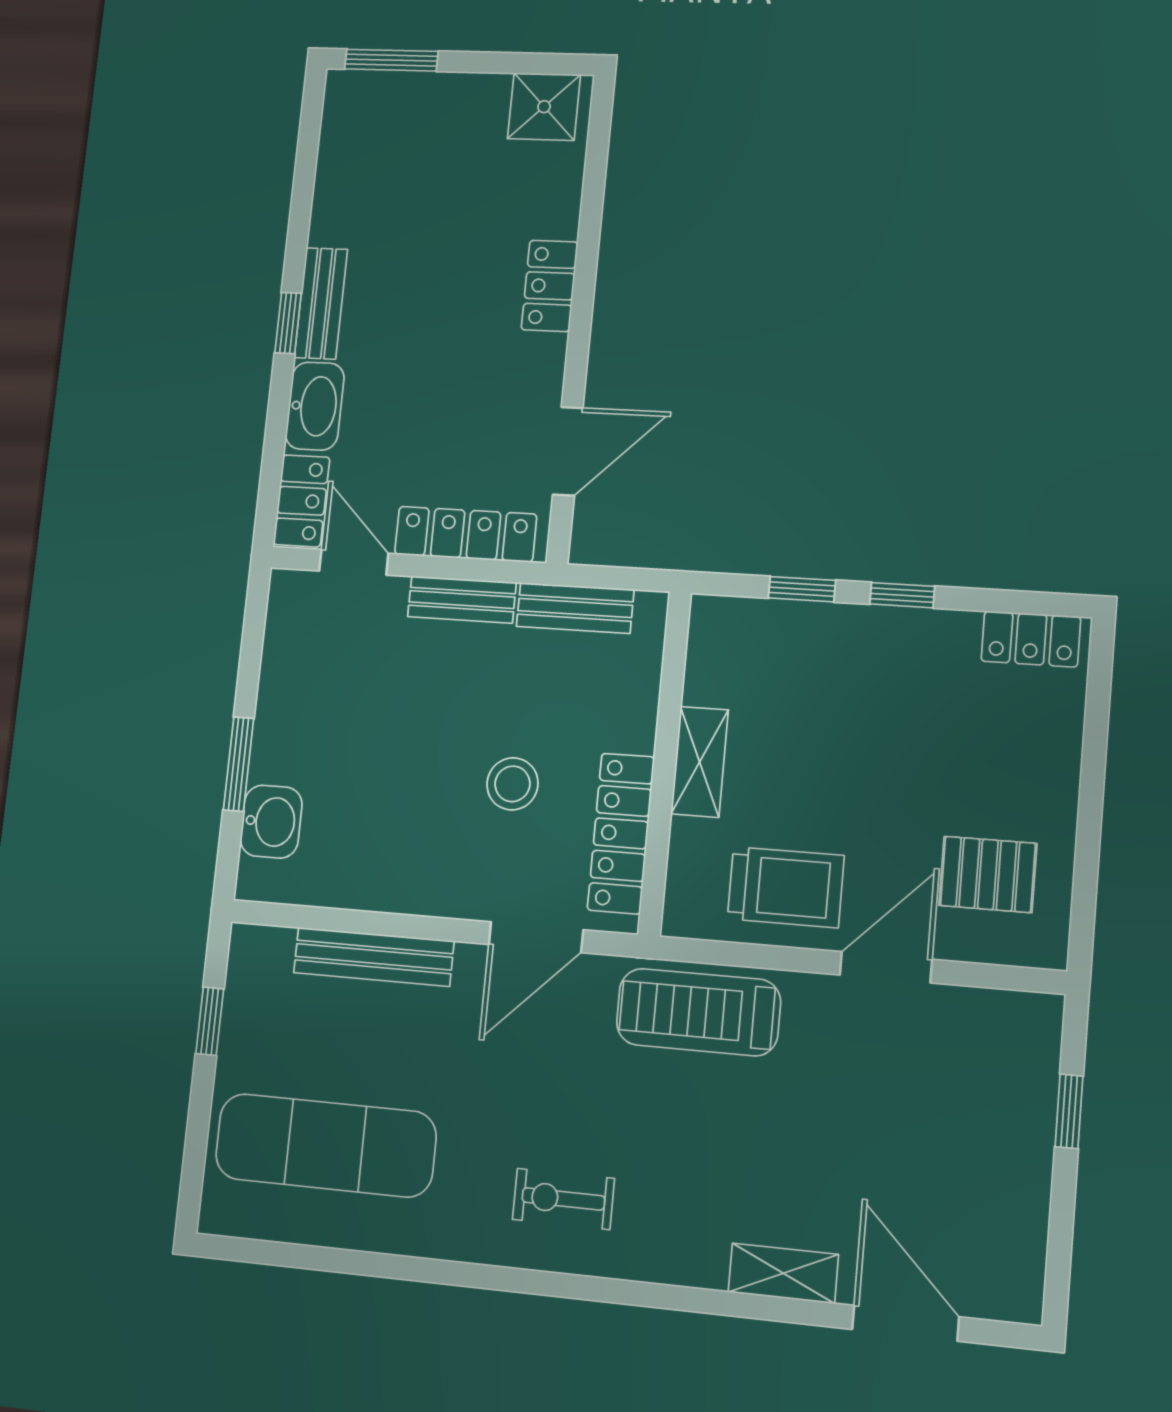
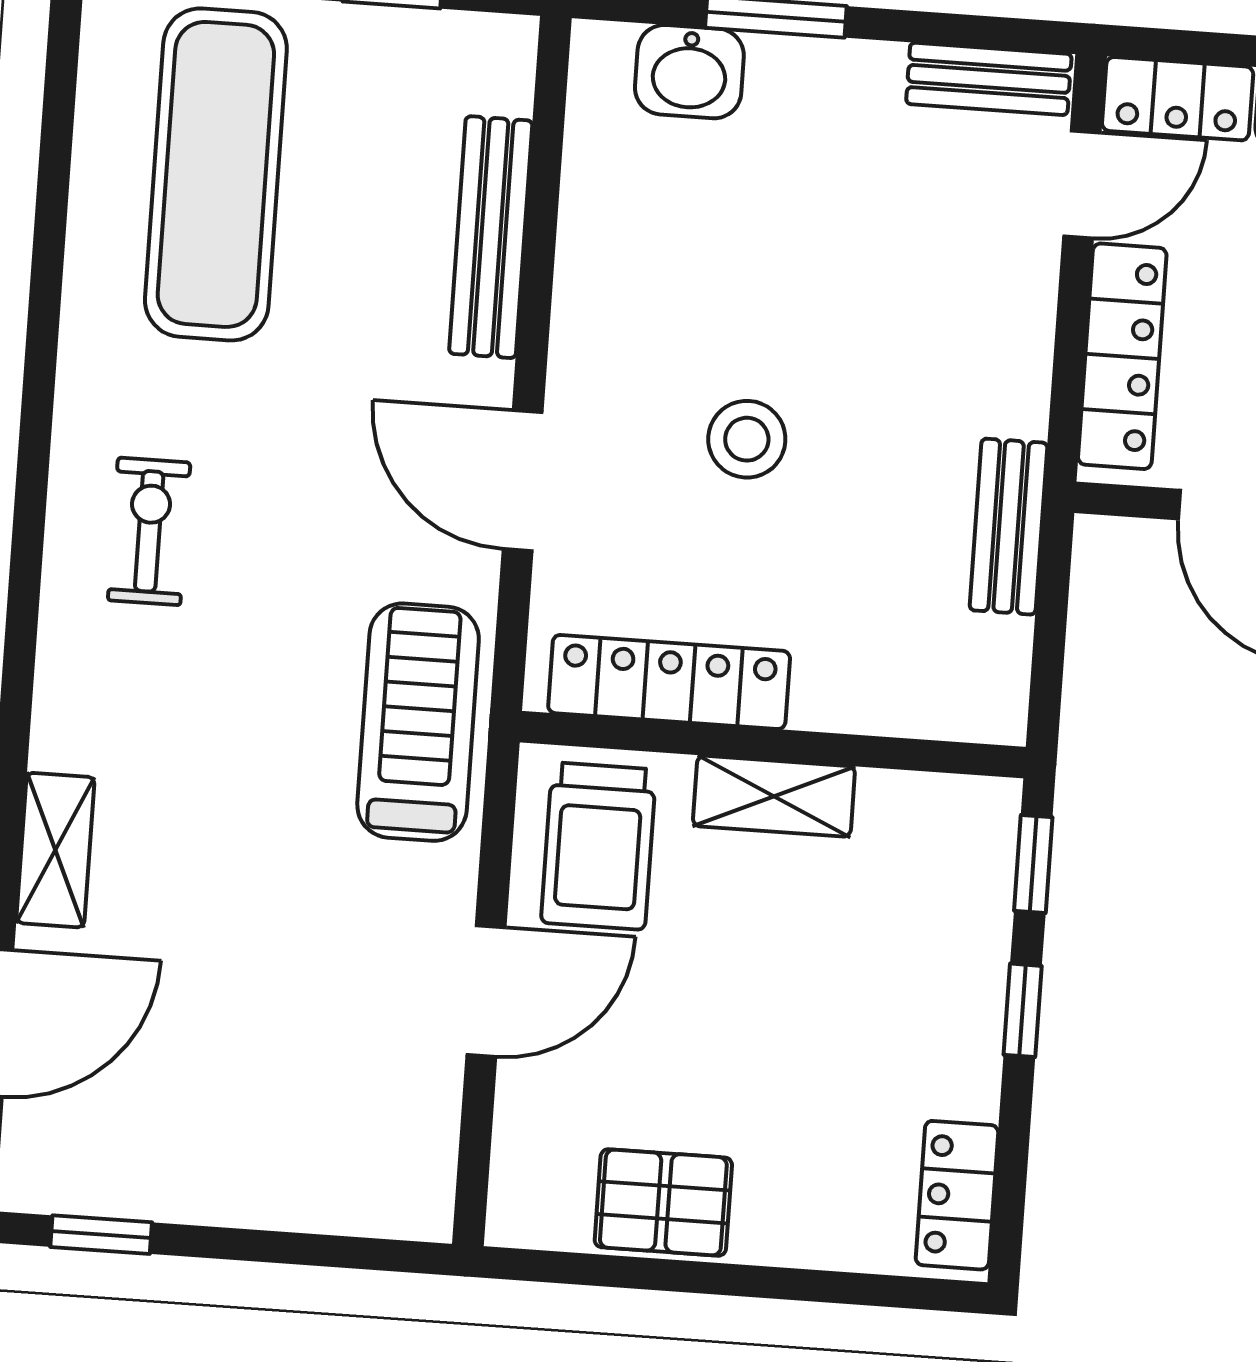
bench: (462, 600) -> (989, 79), moved, turned 90
shelving: (700, 762) -> (774, 796), moved
wall: (665, 763) -> (773, 745), moved
locker: (621, 833) -> (669, 682), moved
pallet: (988, 874) -> (663, 1202), moved, turned 90
door: (886, 967) -> (486, 991), hinge flipped
window: (1069, 1111) -> (101, 1235), moved

